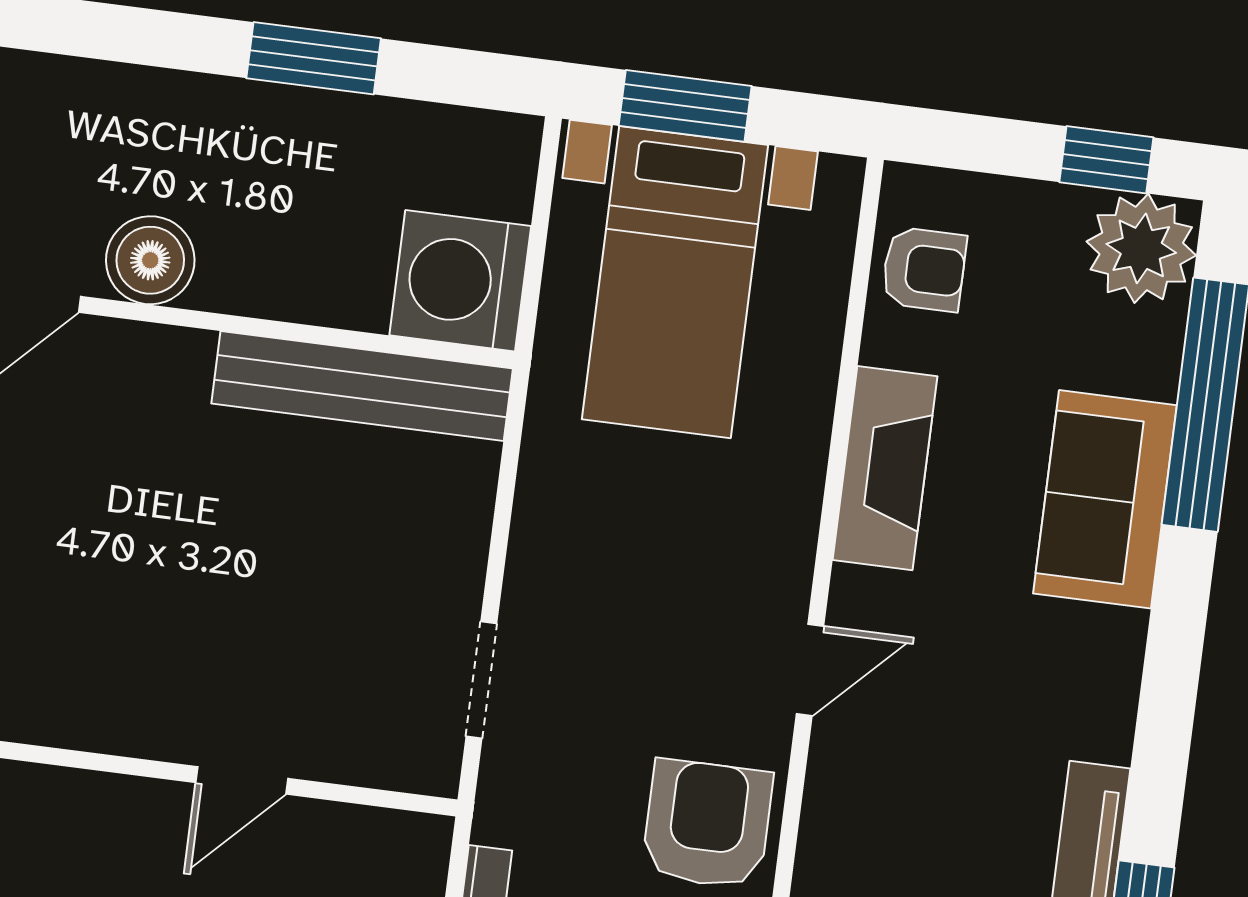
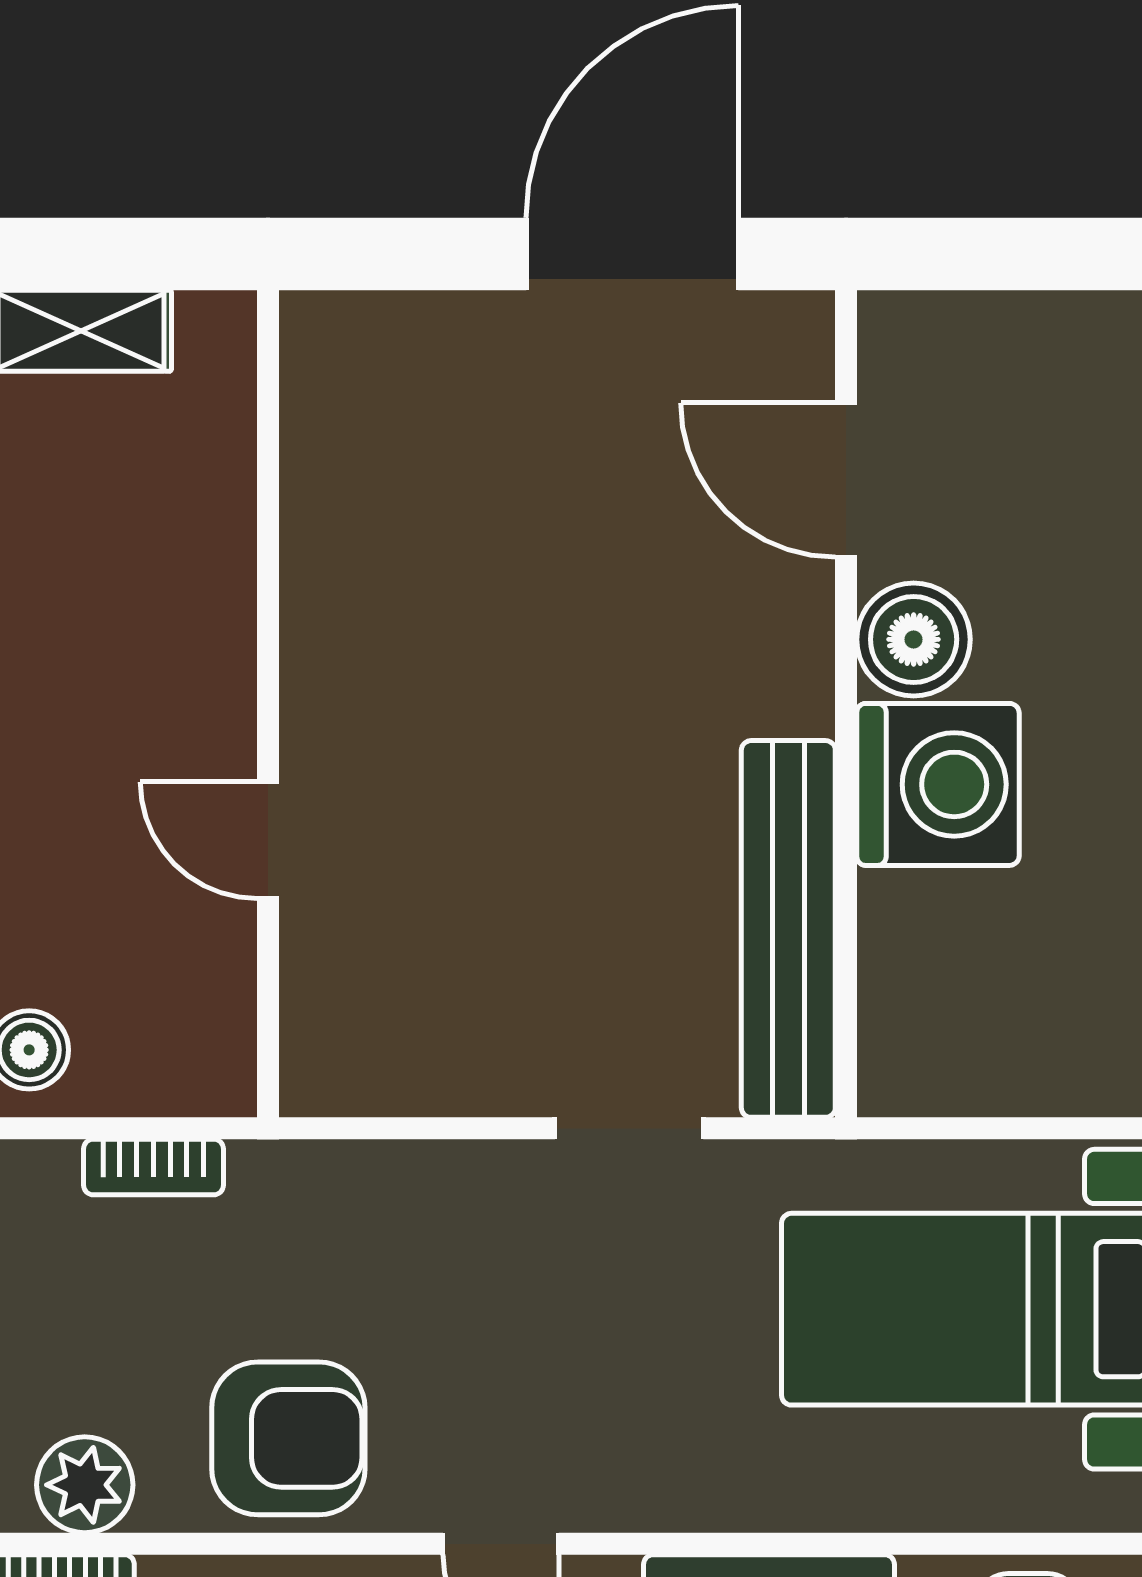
washing machine: (460, 281) -> (938, 784), moved, turned 90
doorway: (481, 680) -> (629, 1128), moved

